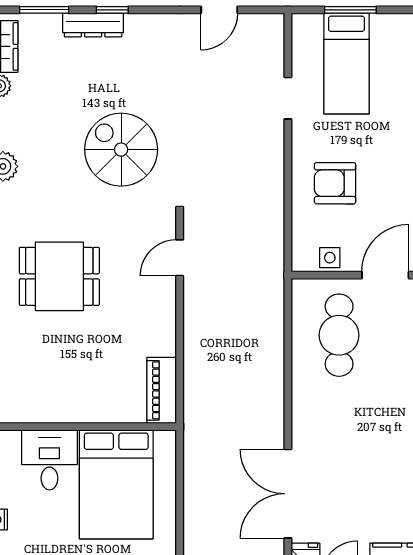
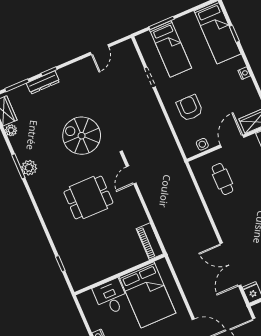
armchair: (335, 183) -> (190, 108), turned 90
dining table: (59, 276) -> (88, 198), moved
cafe table: (339, 335) -> (222, 179), width x0.73, depth x0.74

